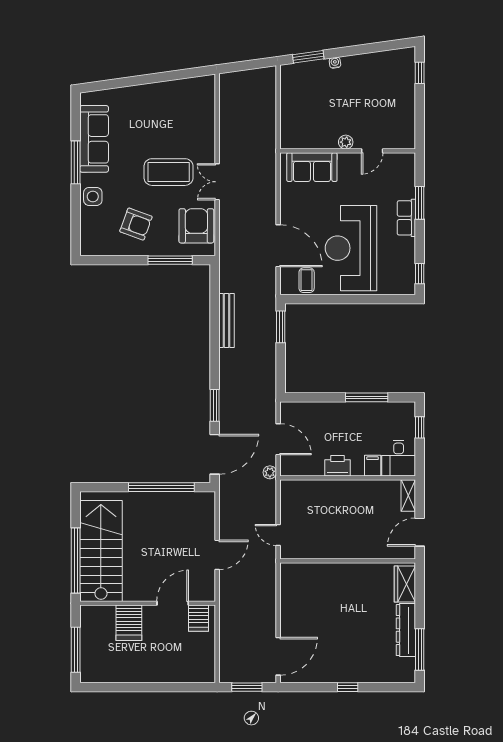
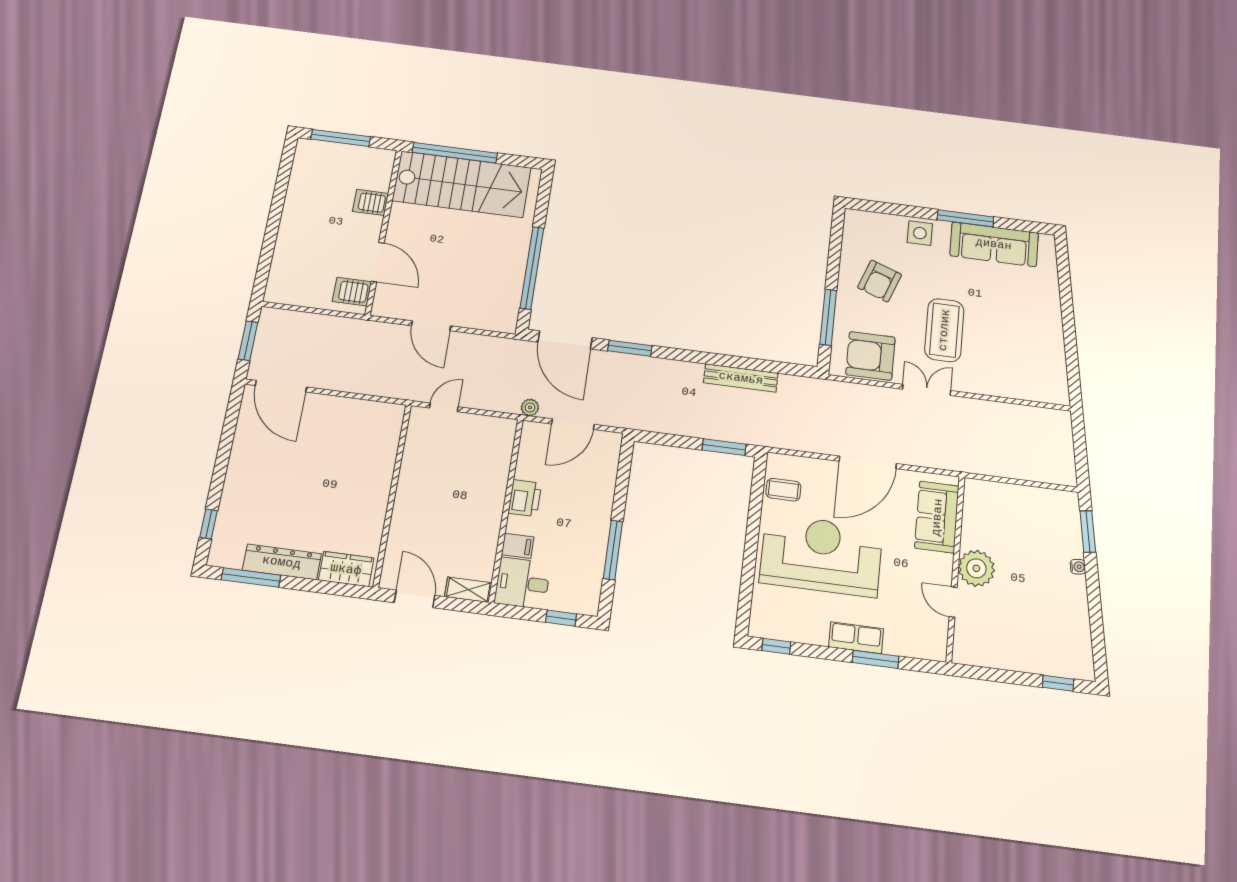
plant: (346, 142) -> (976, 568), width x1.87, depth x1.87
armchair: (196, 226) -> (870, 356), turned 180
door: (278, 246) -> (868, 462), moved
server rack: (129, 623) -> (371, 202), width x0.73, depth x0.70
window: (348, 687) -> (209, 524), moved

